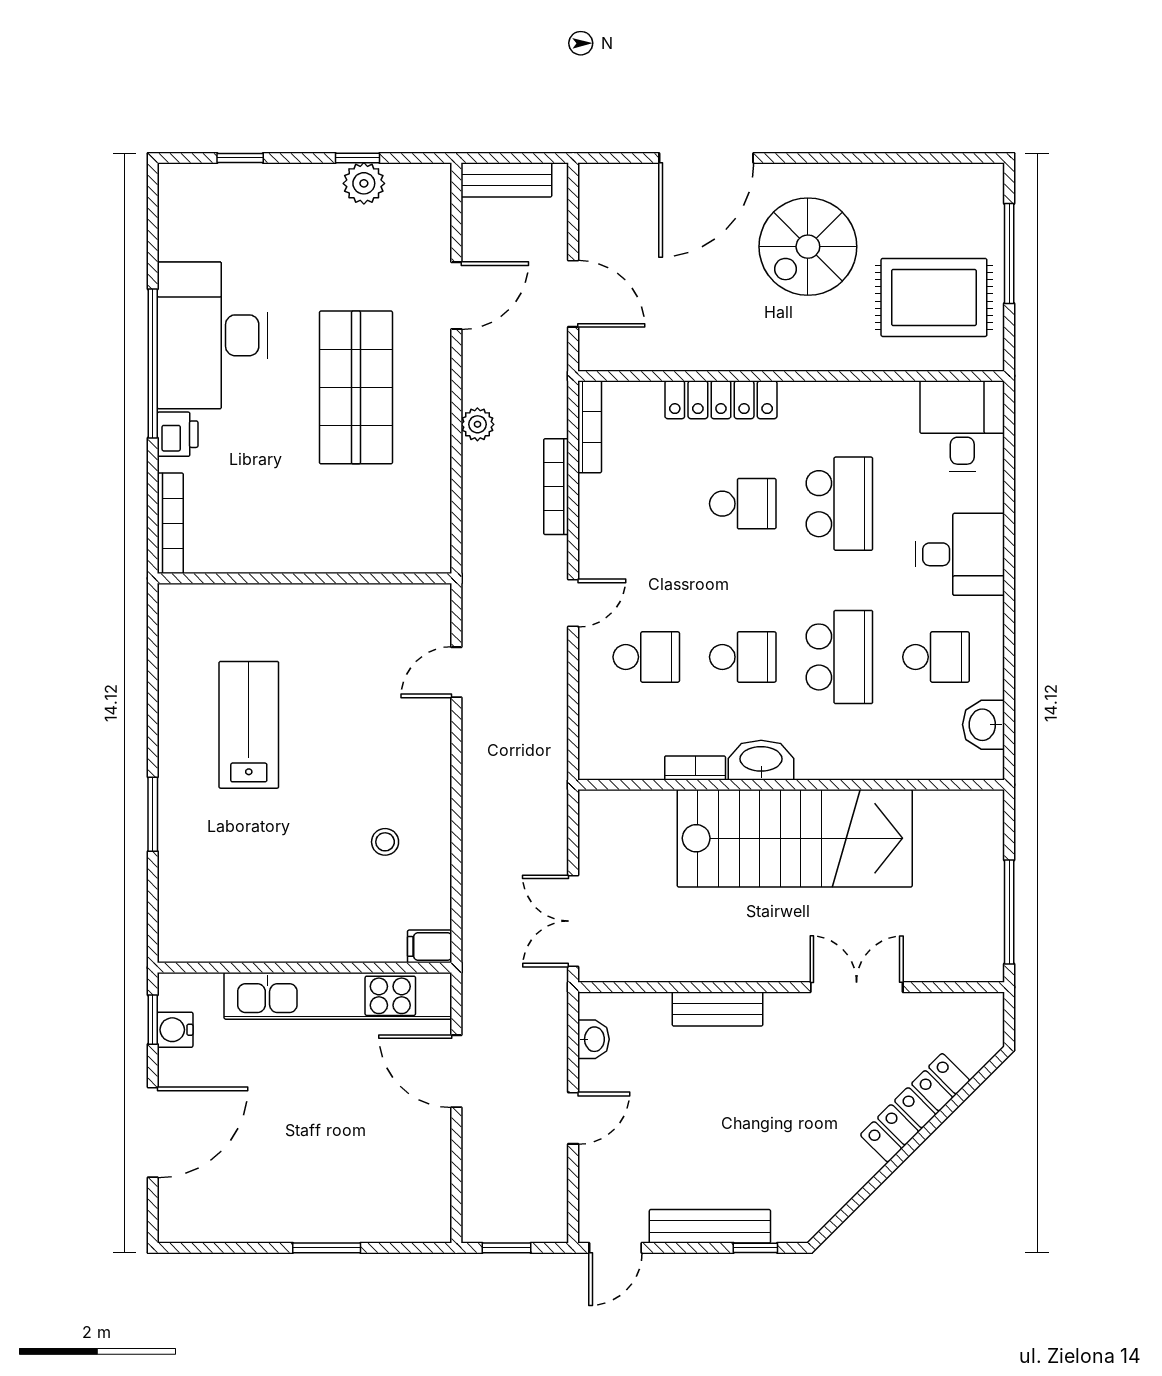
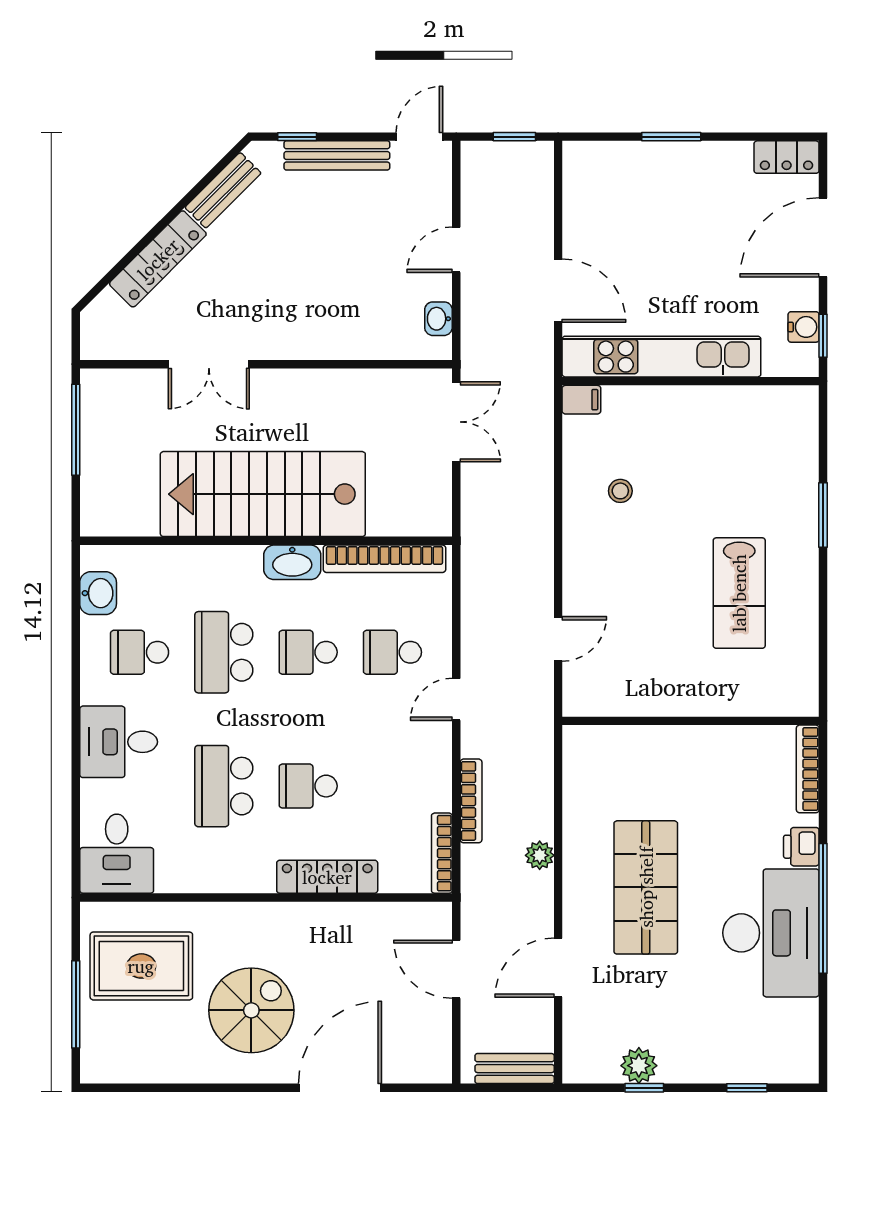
bookcase: (695, 768) -> (384, 559), width x2.31, depth x1.31
bench: (718, 1009) -> (223, 190), moved, turned -45
locker: (195, 1224) -> (787, 157), added

